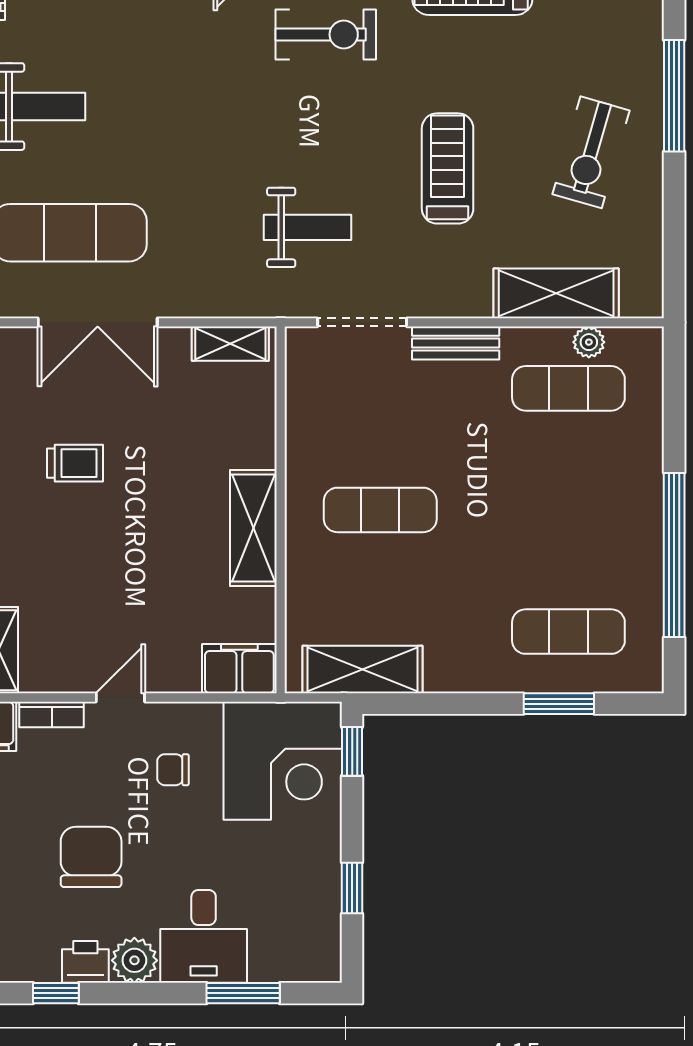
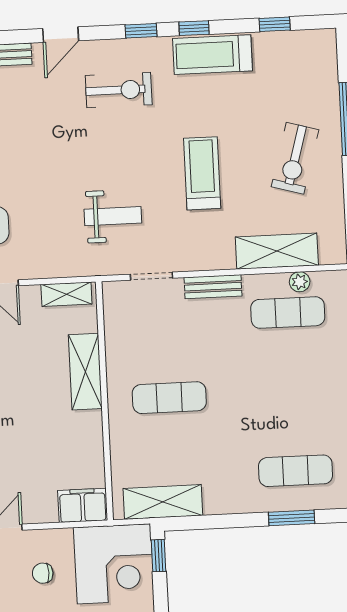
doorway: (362, 322) -> (151, 276), width x0.73
shelving: (253, 528) -> (85, 372), moved

